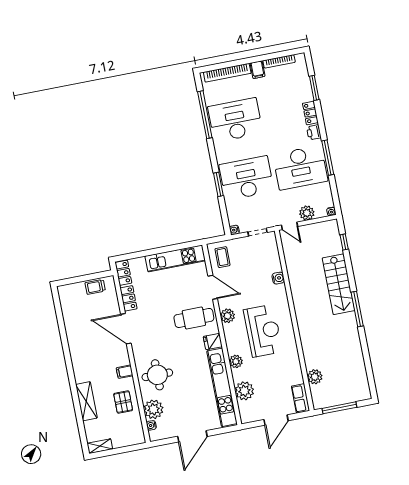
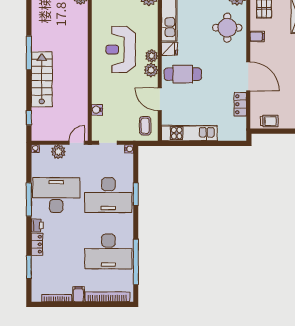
door: (290, 226) -> (77, 143), hinge flipped
locker: (123, 273) -> (240, 129), removed
water cooler: (278, 278) -> (97, 110), moved
plant: (236, 361) -> (152, 56), moved

